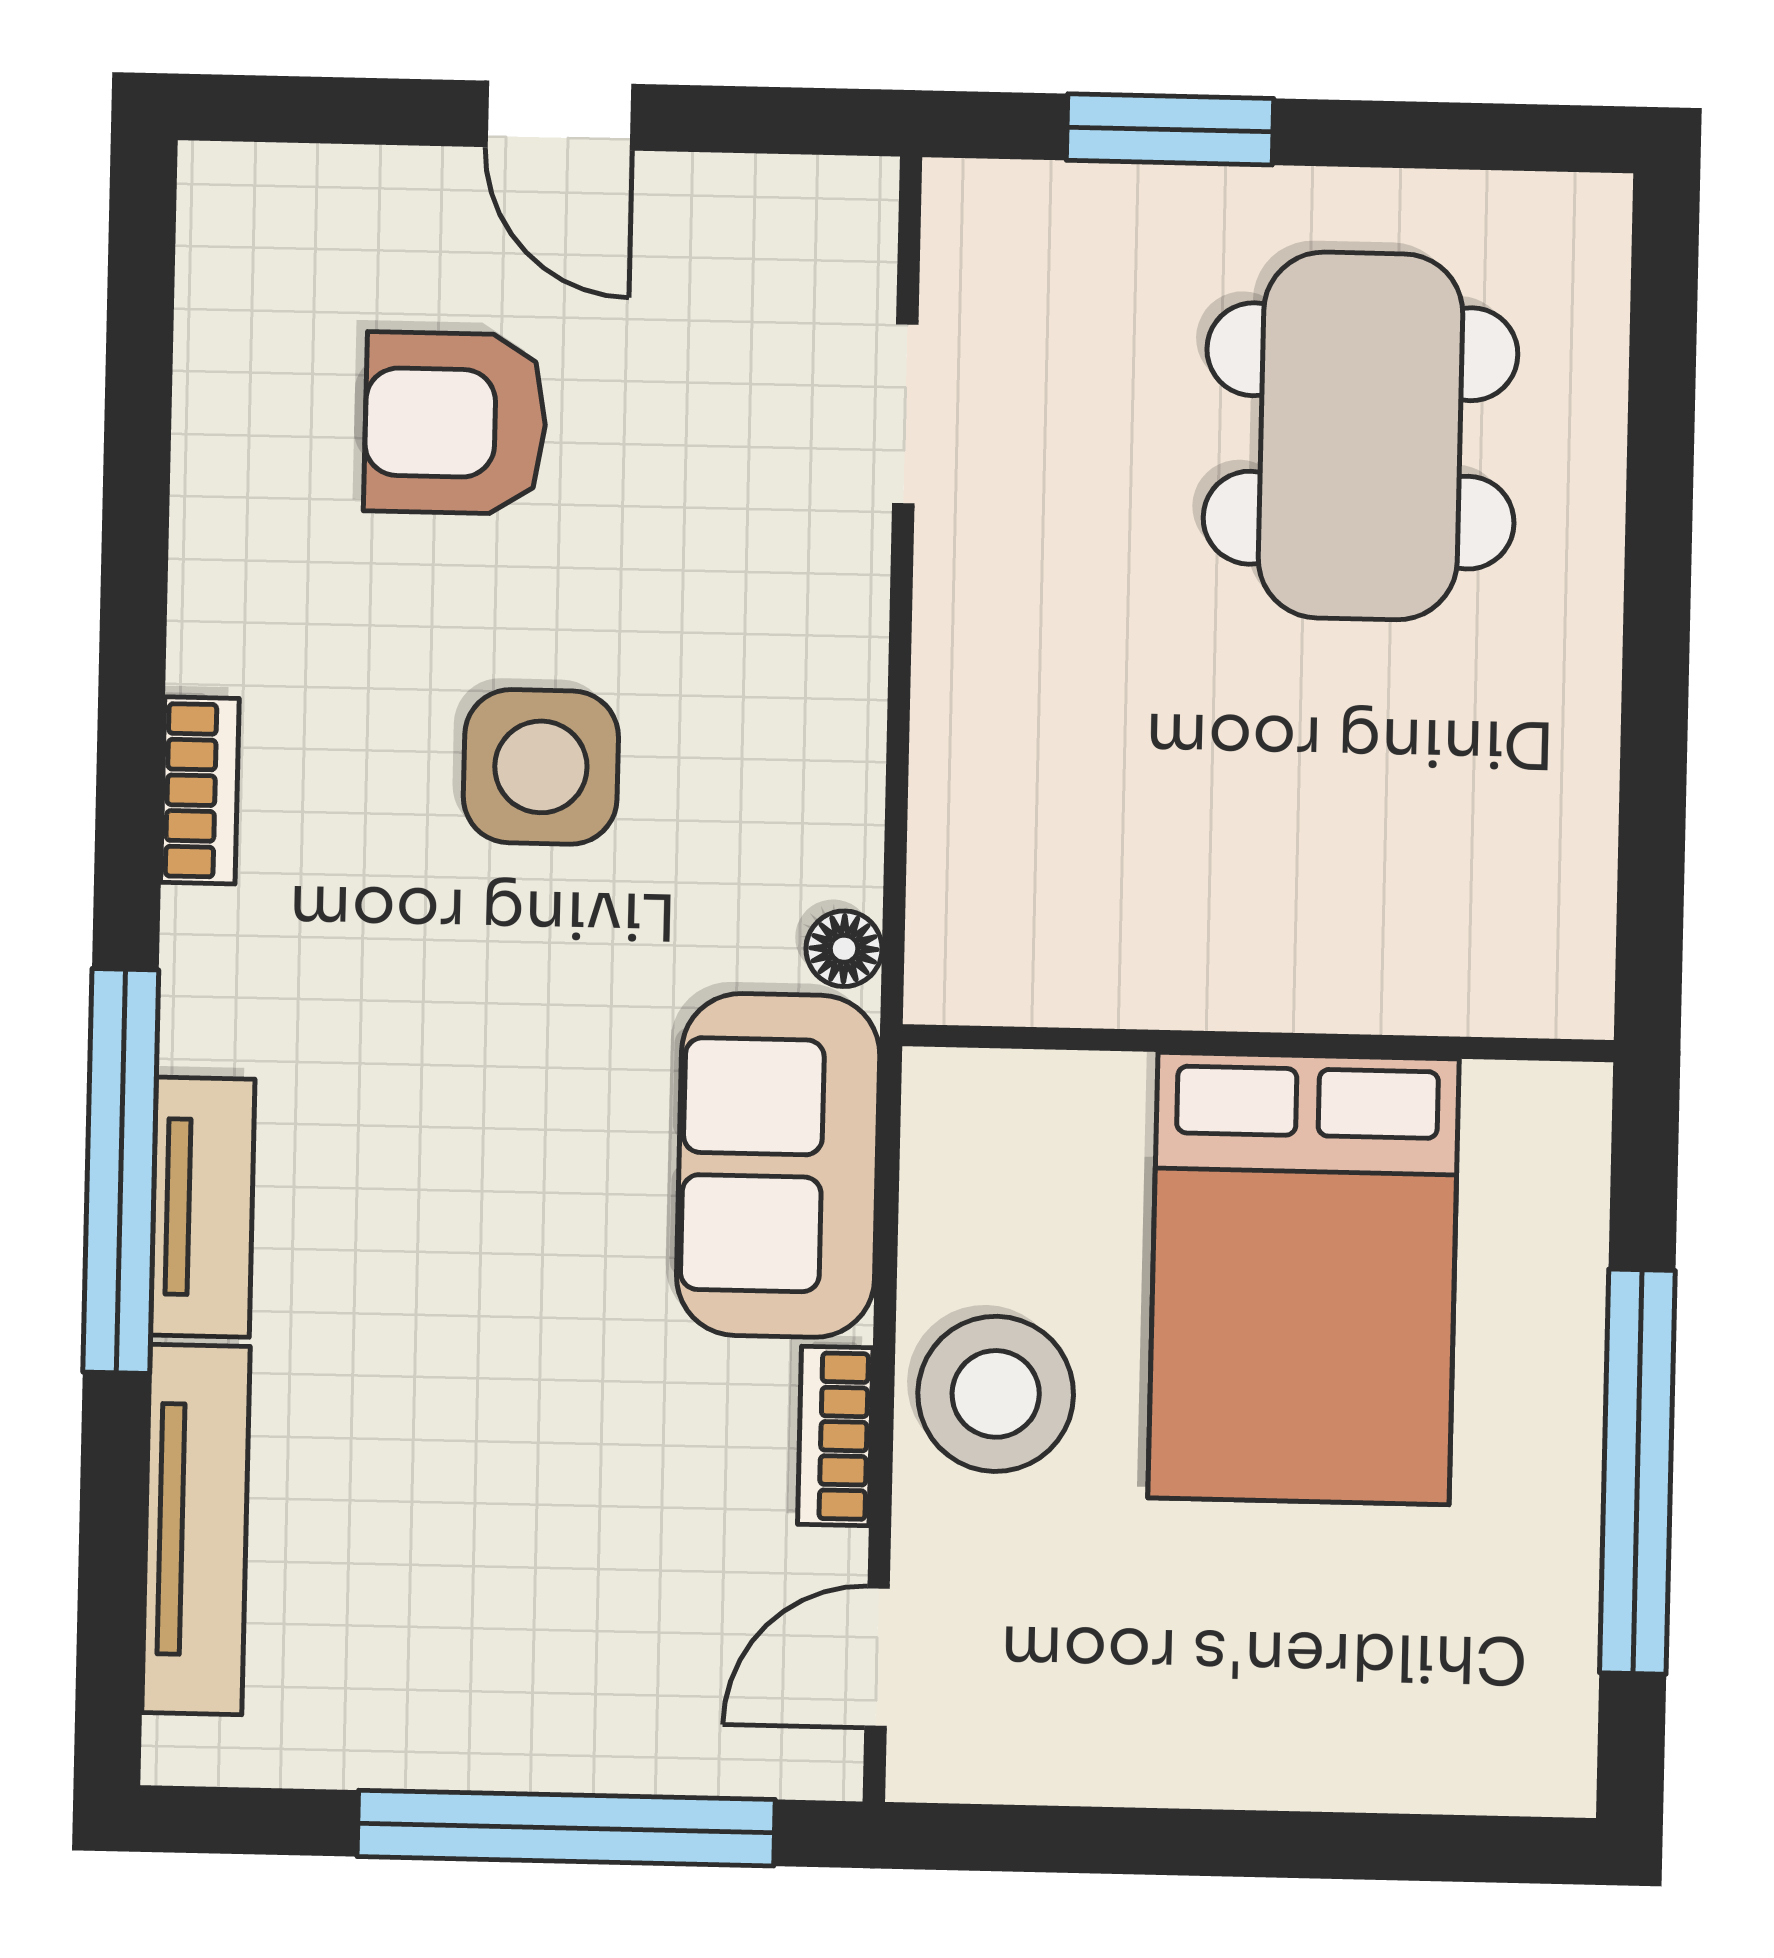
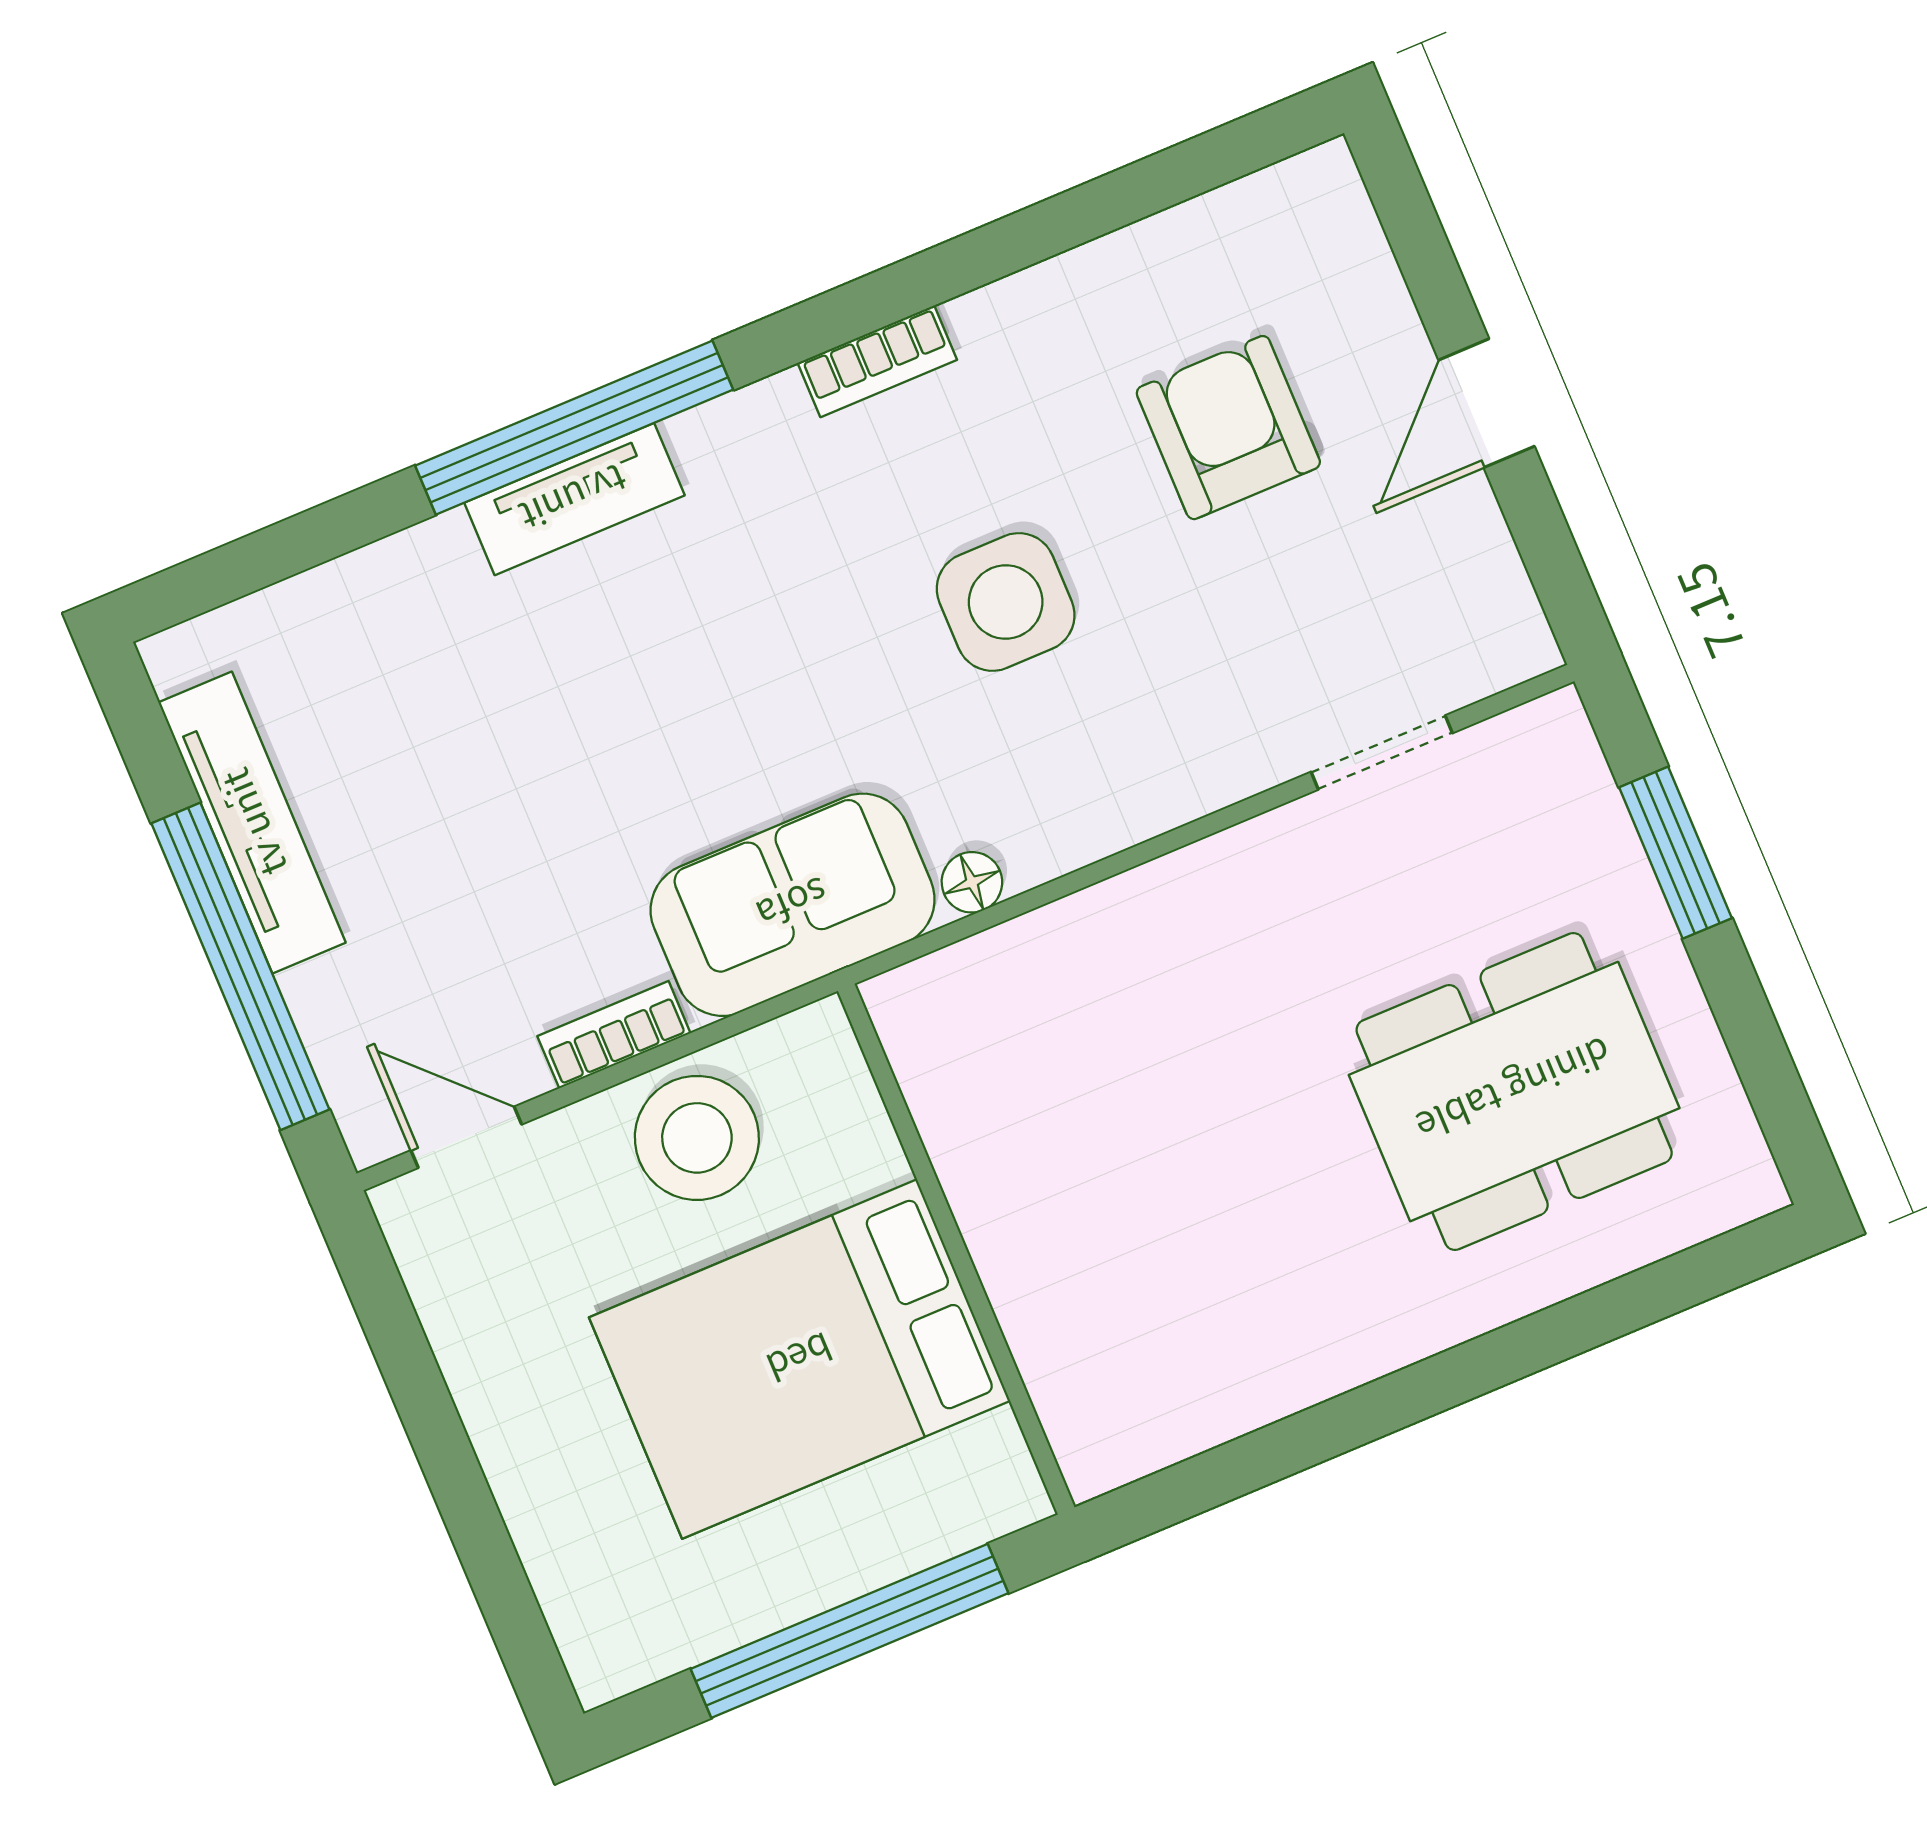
wall: (1258, 1043) -> (956, 1249), moved
bed: (1304, 1278) -> (800, 1359), moved
tv unit: (196, 1530) -> (252, 823), moved, turned -90

